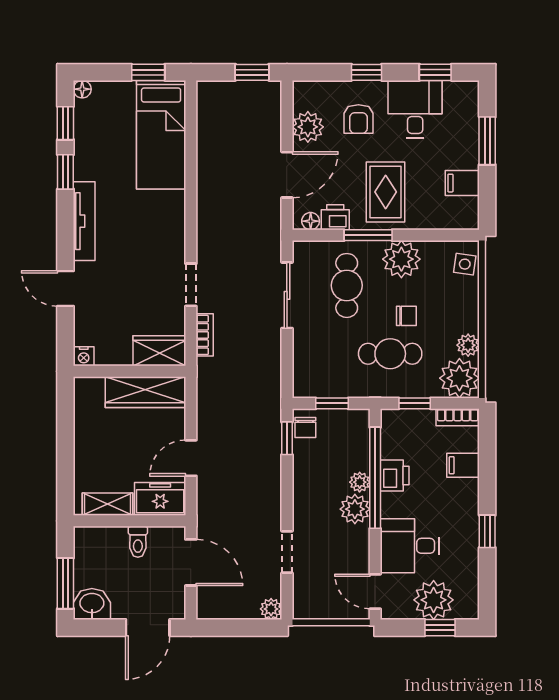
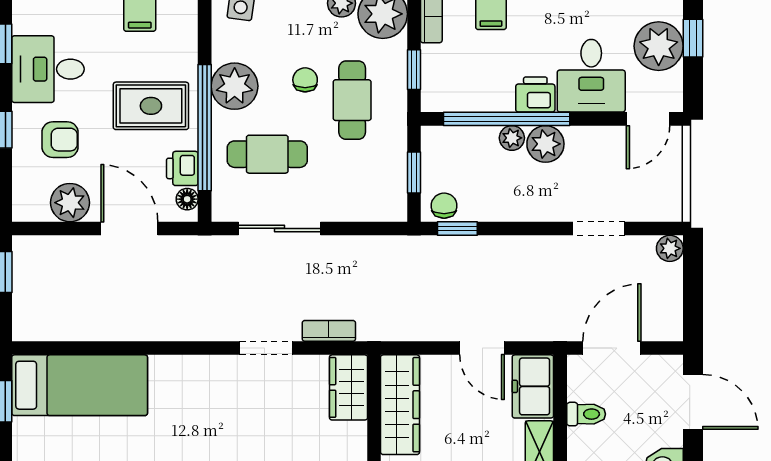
window: (368, 235) -> (205, 128), width x2.11
chair: (305, 428) -> (444, 206), turned -90
printer: (395, 475) -> (535, 95), moved

